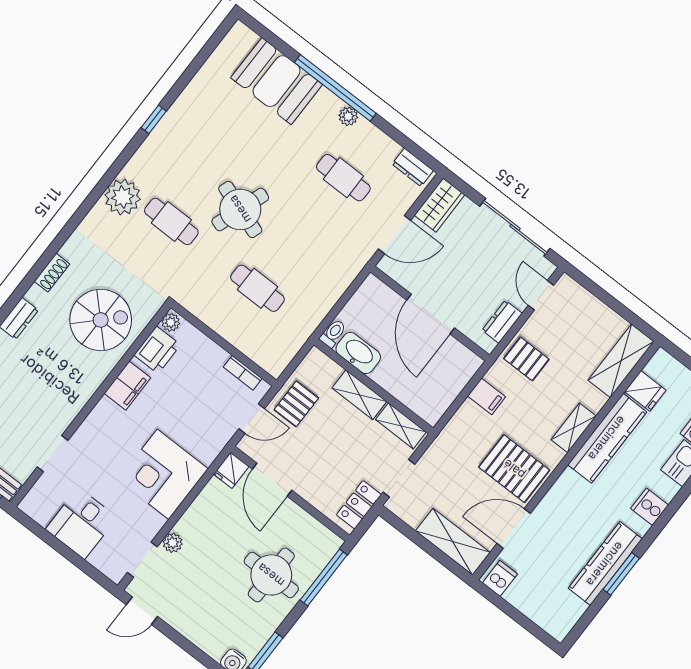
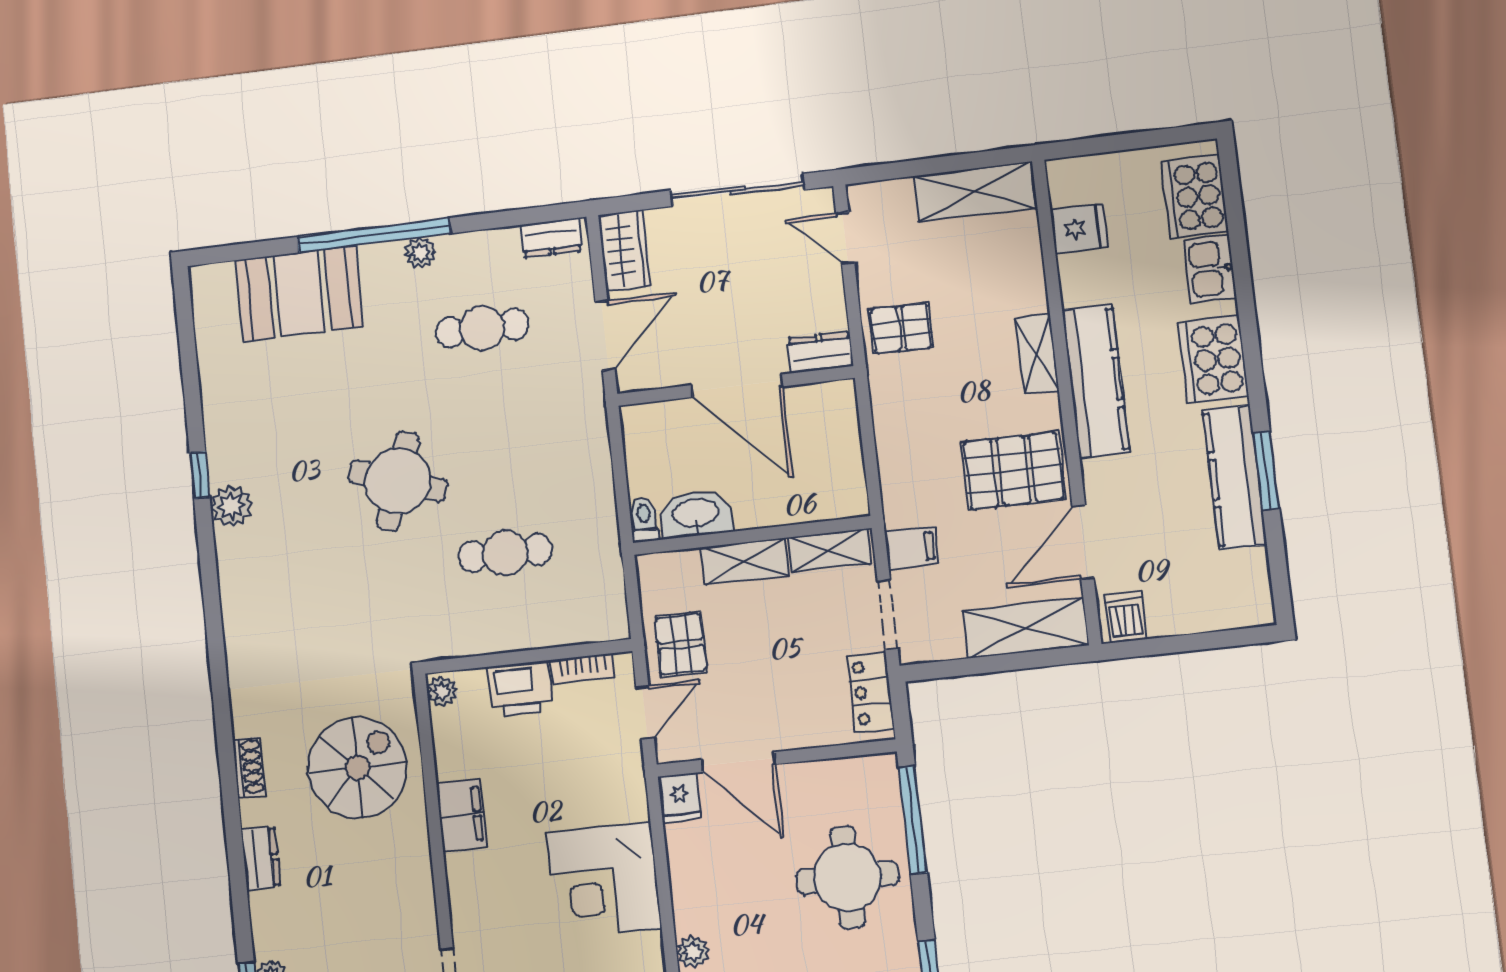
plant: (123, 197) -> (231, 506), moved, width x0.73, depth x0.73
cafe table: (171, 221) -> (331, 573), removed
dresser: (502, 322) -> (820, 352), moved, turned 90
printer: (157, 350) -> (520, 689), moved, turned 90
shelving: (621, 361) -> (975, 192), moved, turned 90
filing cabinet: (487, 396) -> (912, 548), moved
kitchen counter: (607, 438) -> (1096, 381), moved
cooker: (650, 507) -> (1213, 360), width x1.87, depth x1.31

